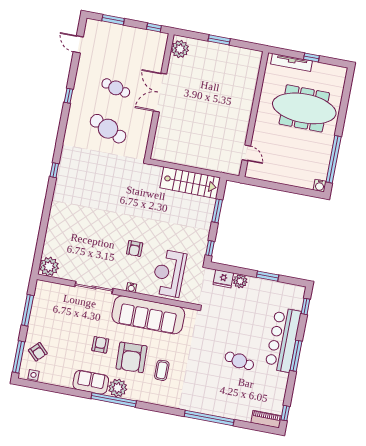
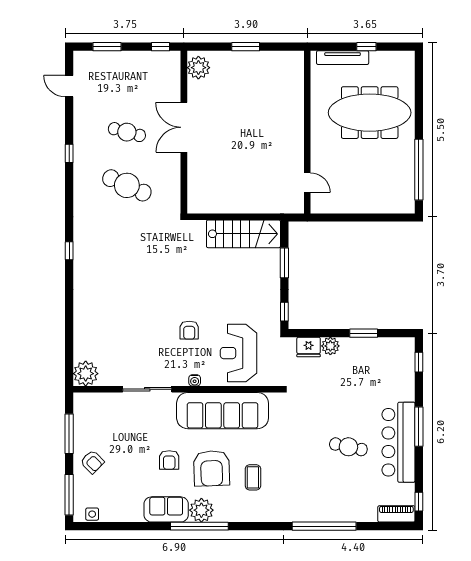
water cooler: (320, 186) -> (408, 206), removed
bar counter: (283, 340) -> (399, 442), moved
armchair: (100, 345) -> (169, 460), turned 180
armchair: (38, 352) -> (92, 462), moved

